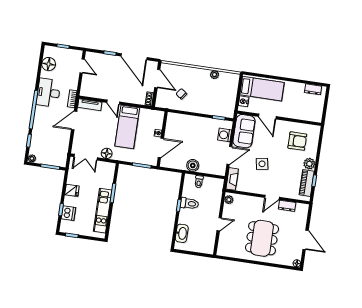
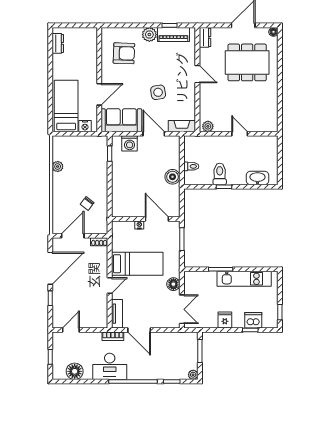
armchair: (297, 141) -> (124, 53), turned 92
dresser: (287, 206) -> (205, 37), moved
dining table: (262, 238) -> (247, 62), moved

